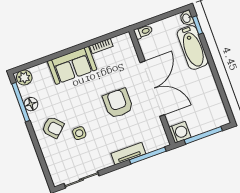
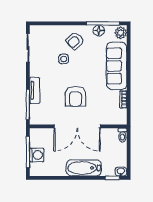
bathtub: (193, 47) -> (84, 168), moved
sofa: (72, 65) -> (117, 66), width x1.36
armchair: (118, 103) -> (75, 96), turned 90
washing machine: (180, 132) -> (37, 155), moved, turned -90

